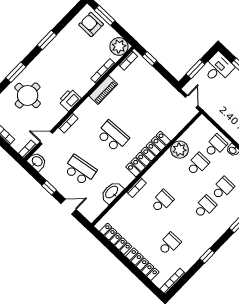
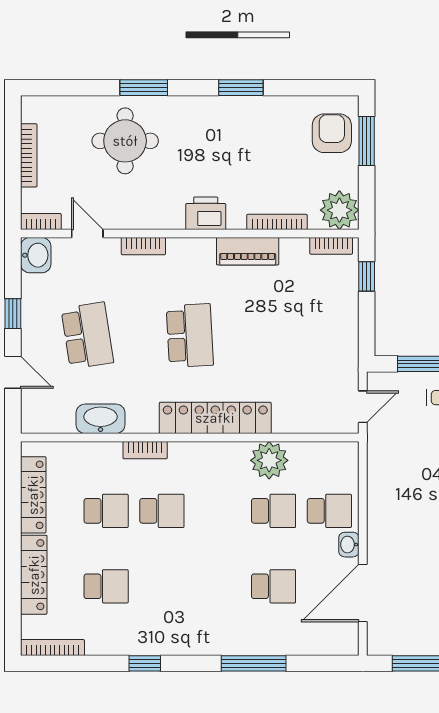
printer: (70, 100) -> (206, 213), moved
school desk: (205, 207) -> (106, 511), moved

